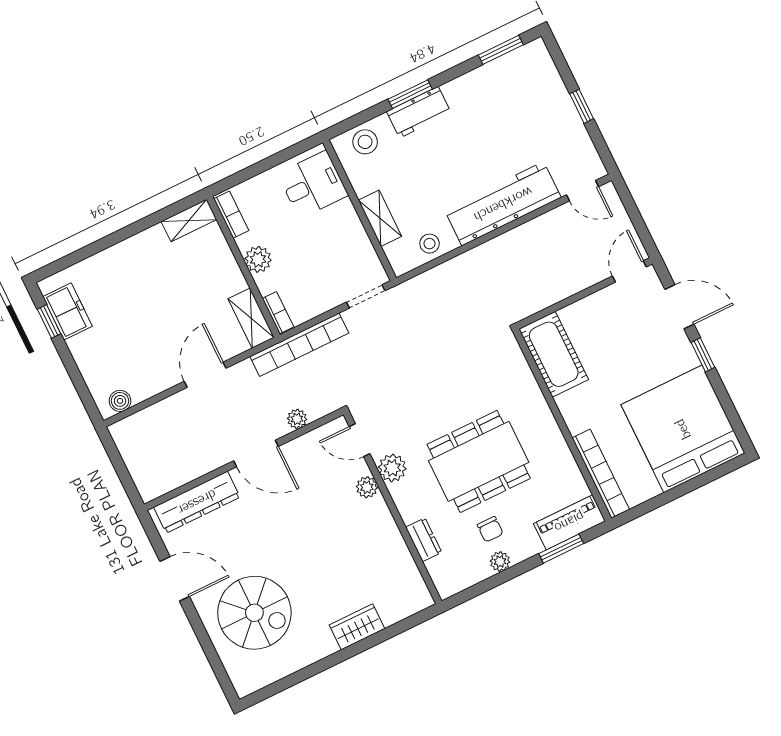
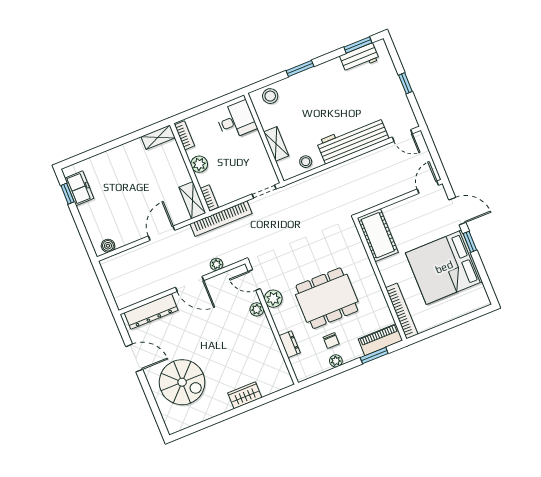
workbench: (419, 112) -> (359, 58), moved
bed: (683, 429) -> (444, 267), moved, turned -90

